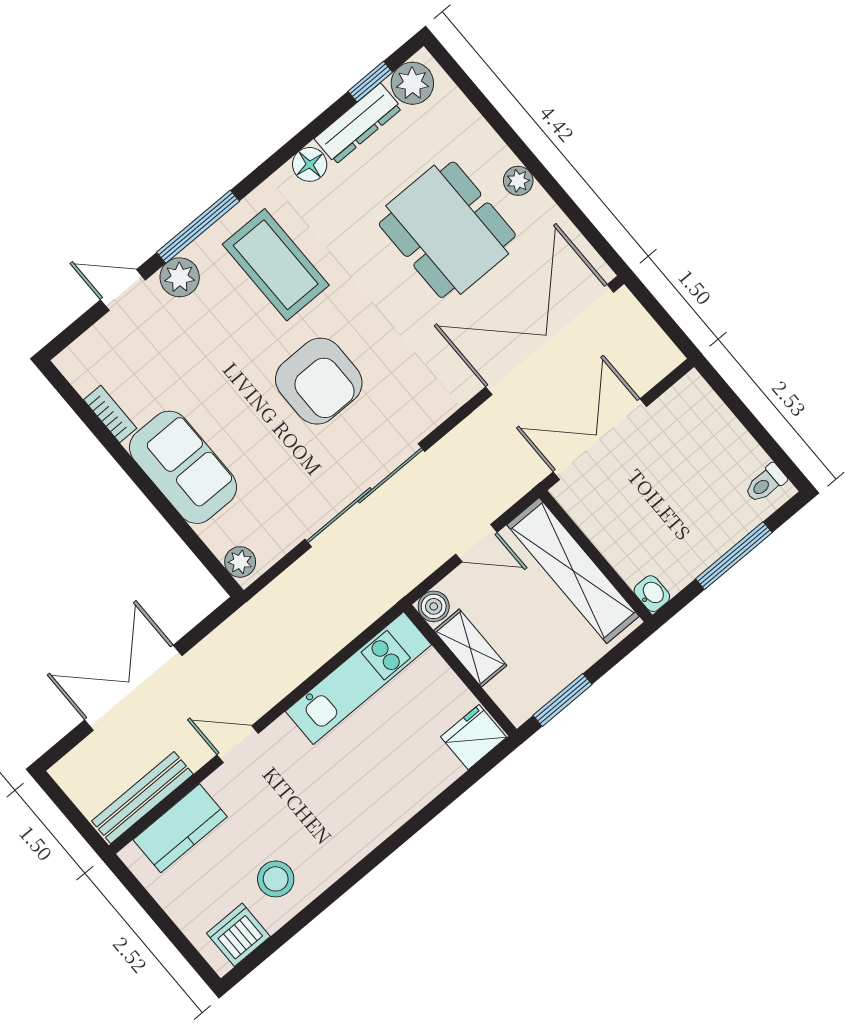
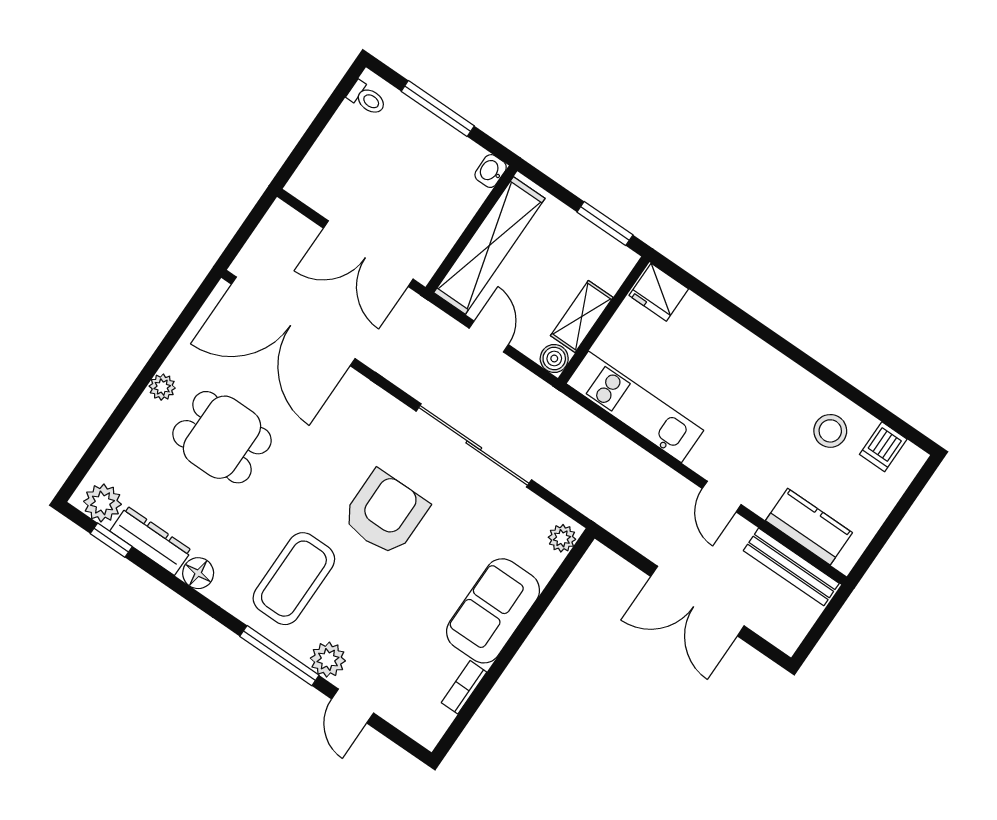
dining table: (447, 230) -> (222, 437), width x0.73
dishwasher: (238, 935) -> (883, 447), width x0.73

